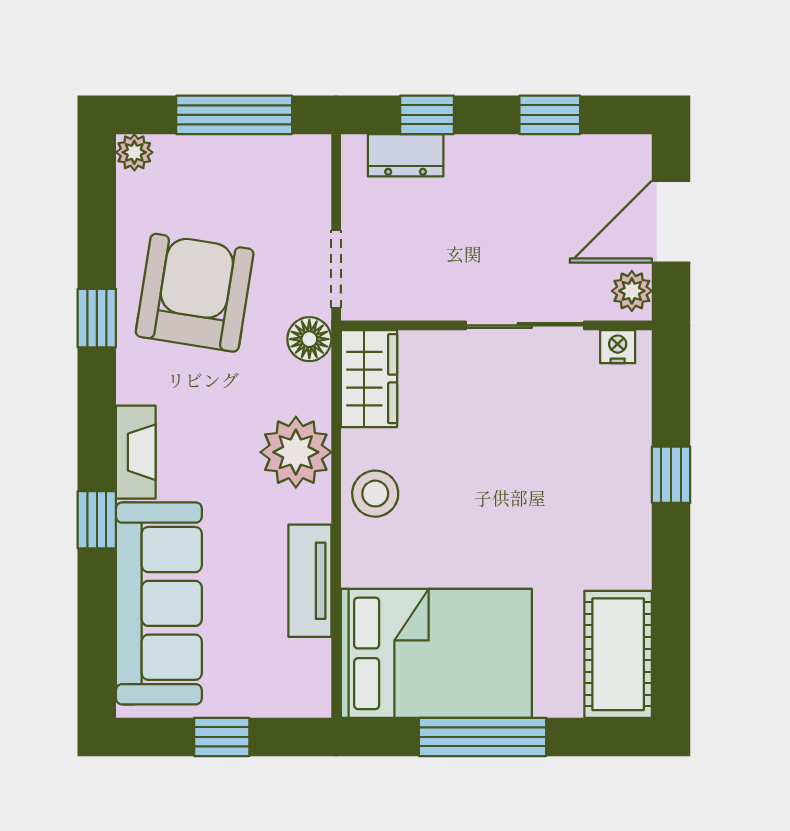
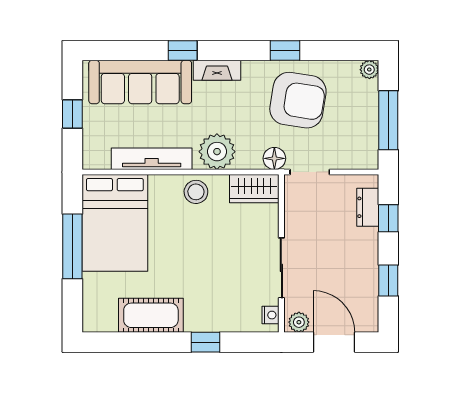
tv unit: (310, 581) -> (152, 159), width x1.41
cot: (618, 654) -> (151, 315), moved

